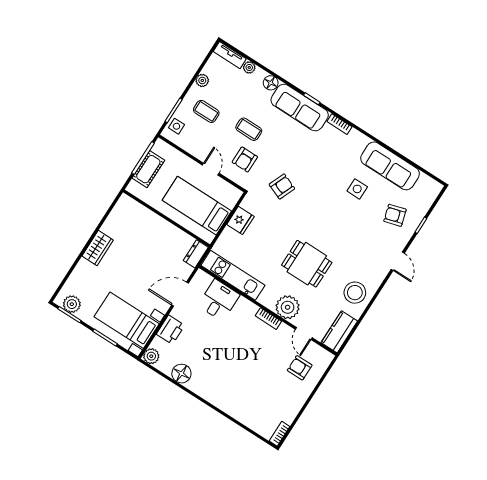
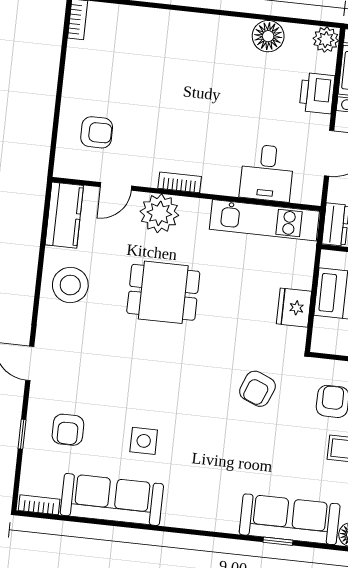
bookcase: (339, 124) -> (39, 505), moved
armchair: (395, 215) -> (68, 430), turned 106
door: (304, 333) -> (116, 186), swing flipped

